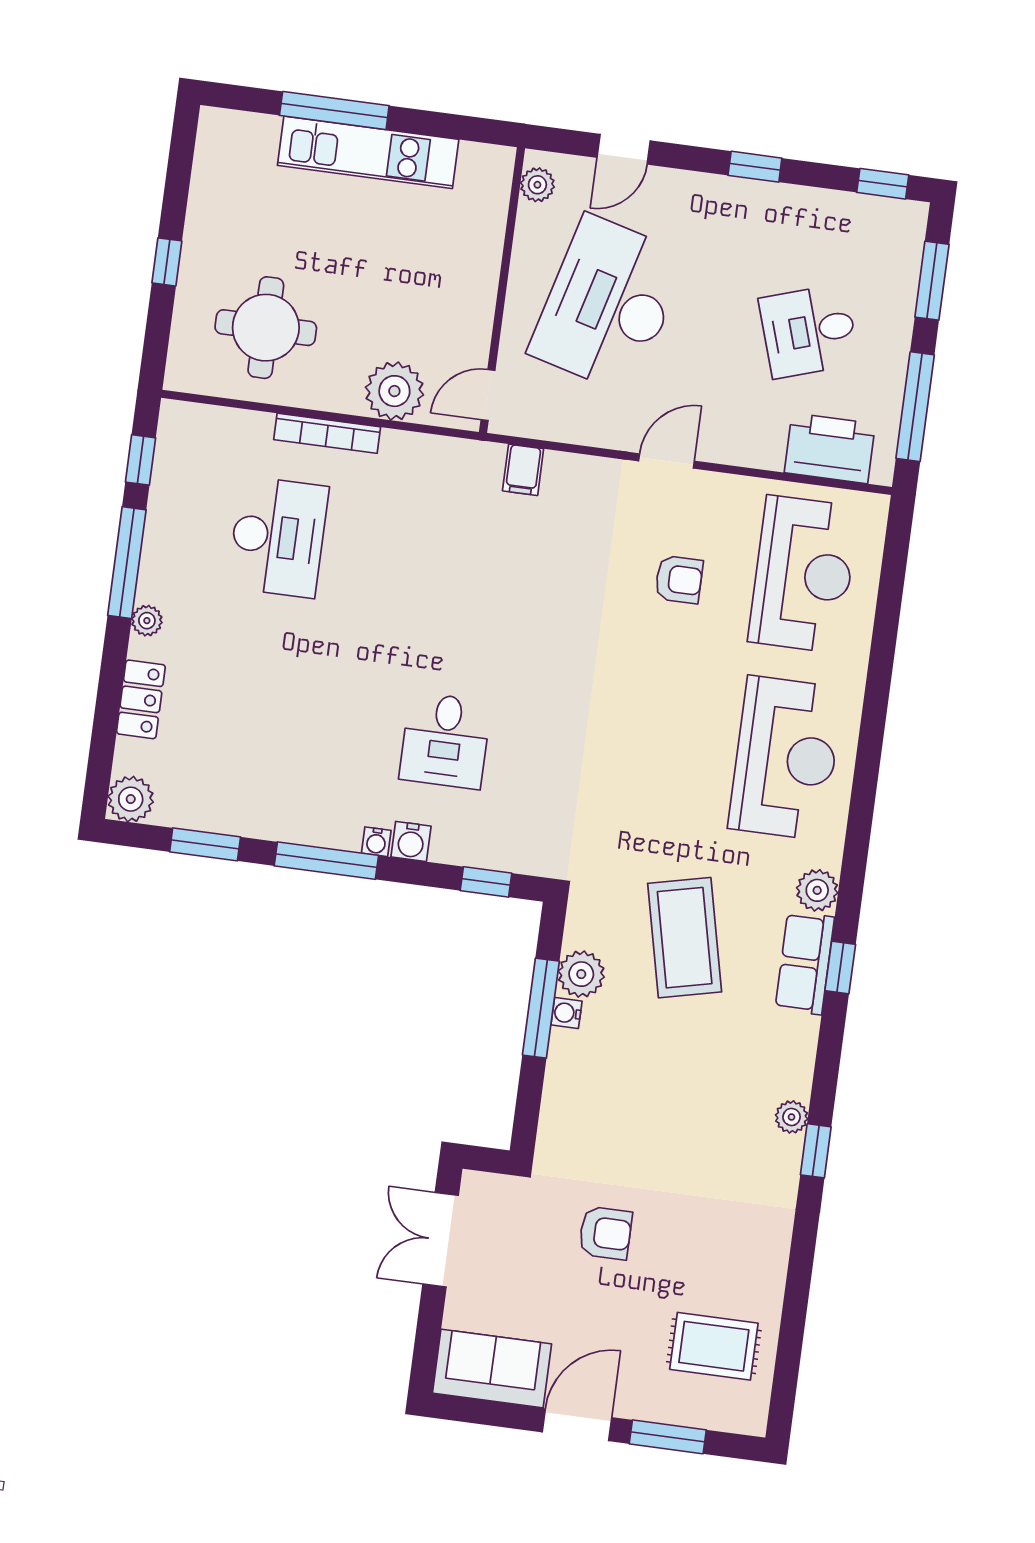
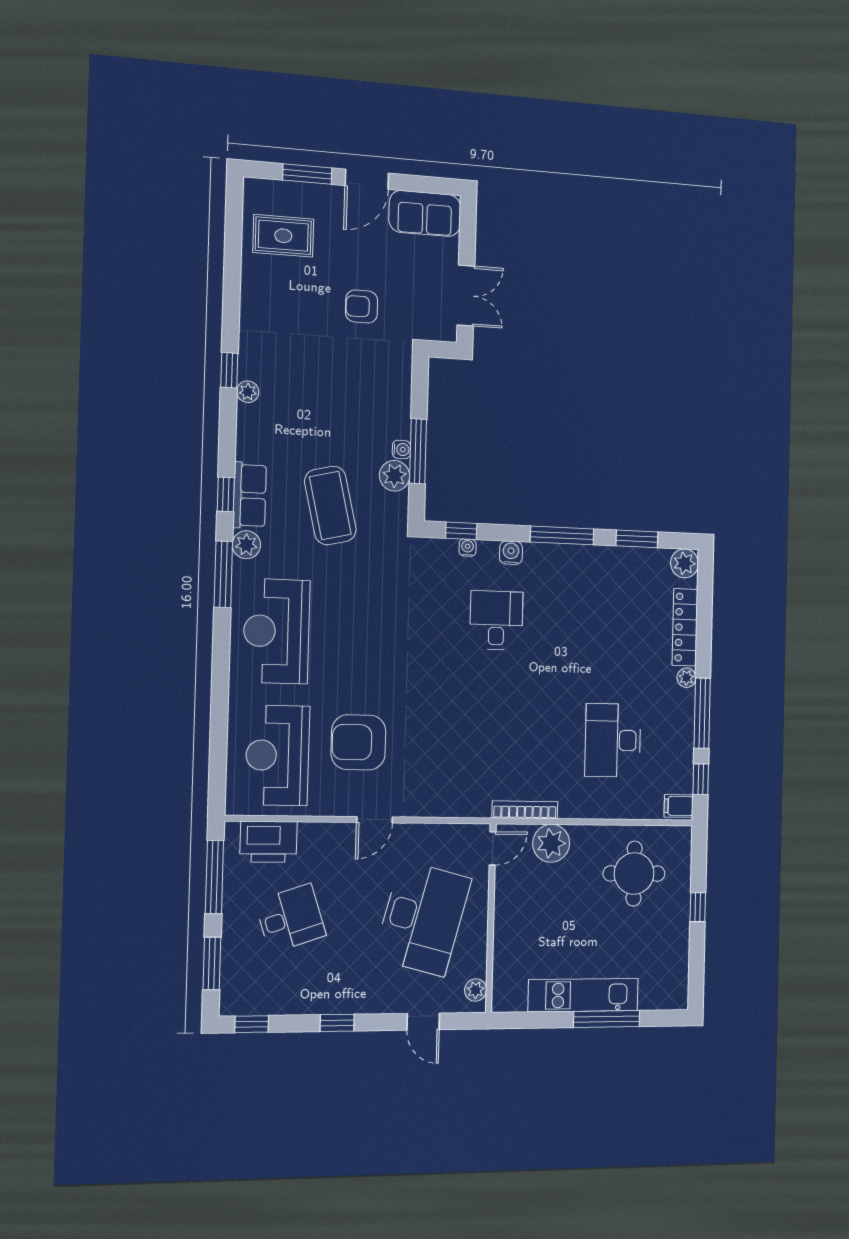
door: (624, 149) -> (423, 1022), swing flipped
bookcase: (327, 433) -> (525, 810), moved
filing cabinet: (523, 470) -> (679, 806), moved, turned -90
armchair: (679, 579) -> (358, 742), width x1.88, depth x1.88
locker: (141, 699) -> (685, 627), width x1.53
water cooler: (376, 842) -> (468, 548), moved
window: (856, 850) -> (223, 574), added

